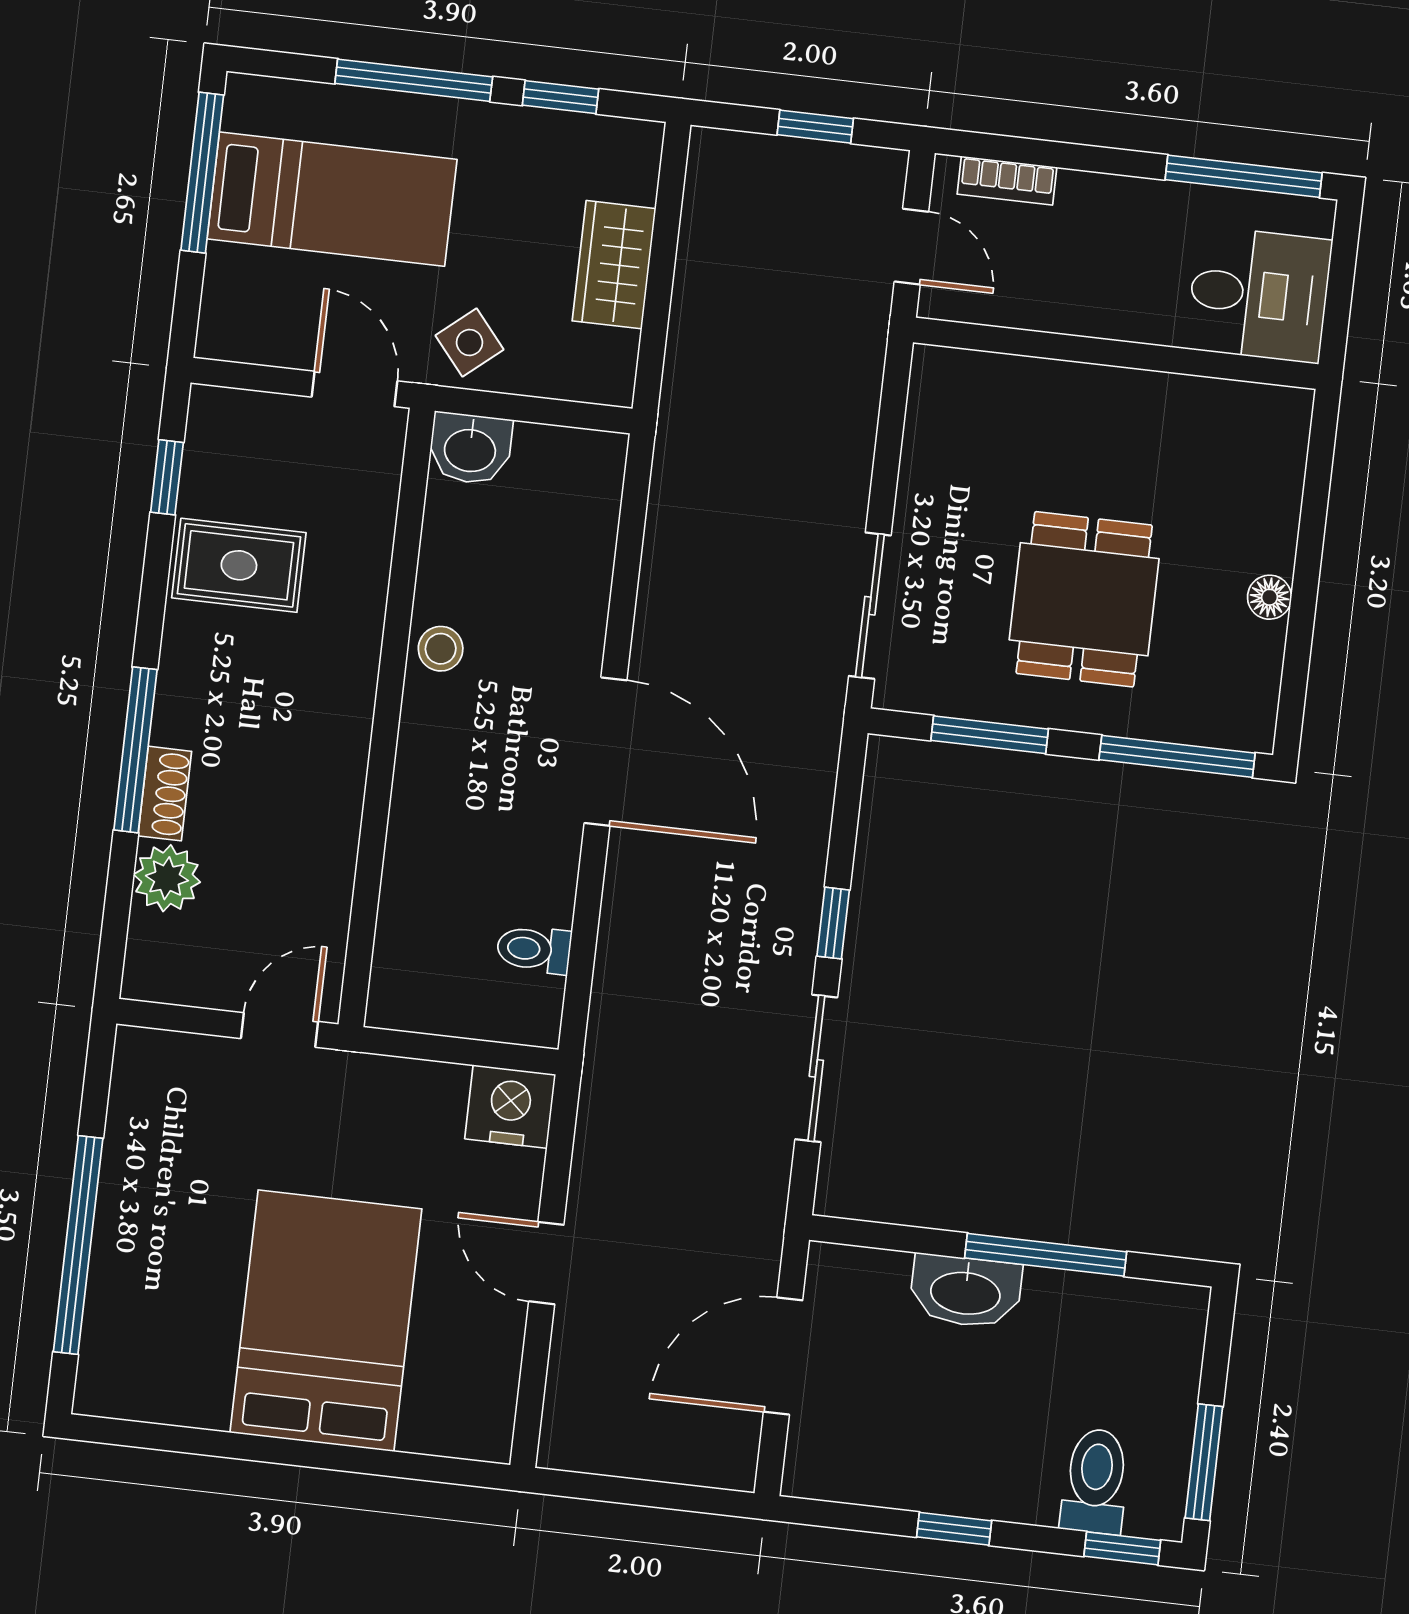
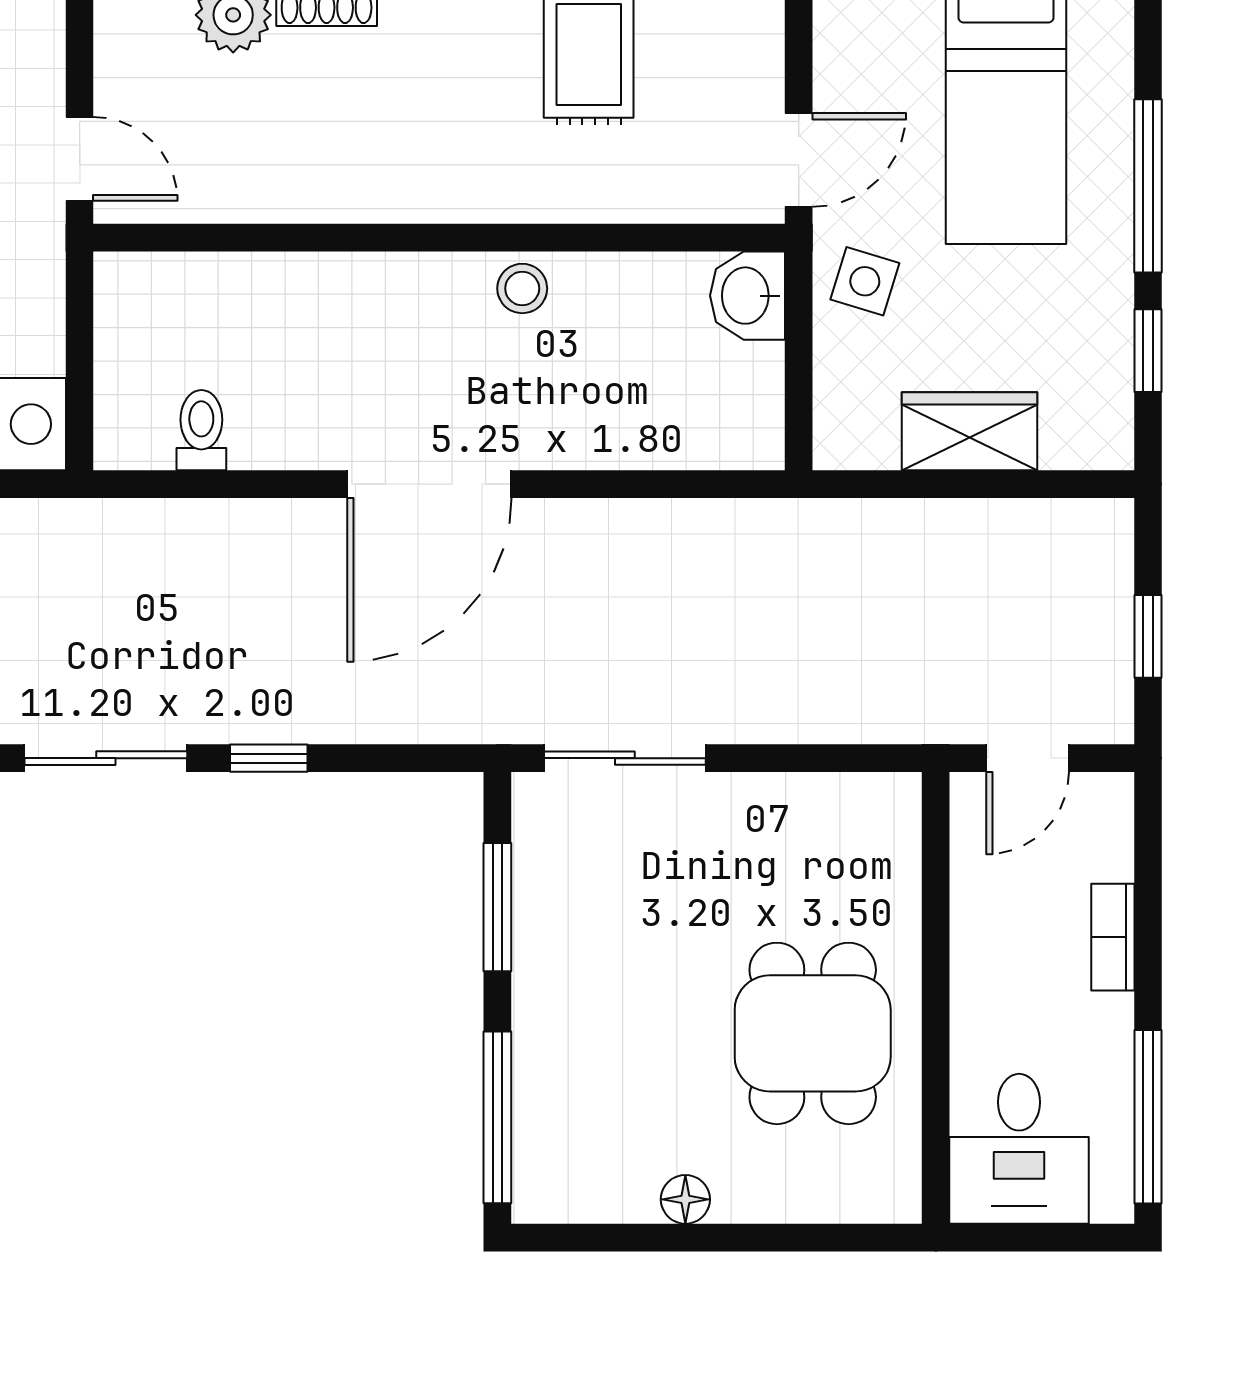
bookcase: (1007, 181) -> (1113, 937), moved
side table: (470, 342) -> (865, 281), turned -33
dining table: (1084, 599) -> (813, 1033), moved, turned 90

